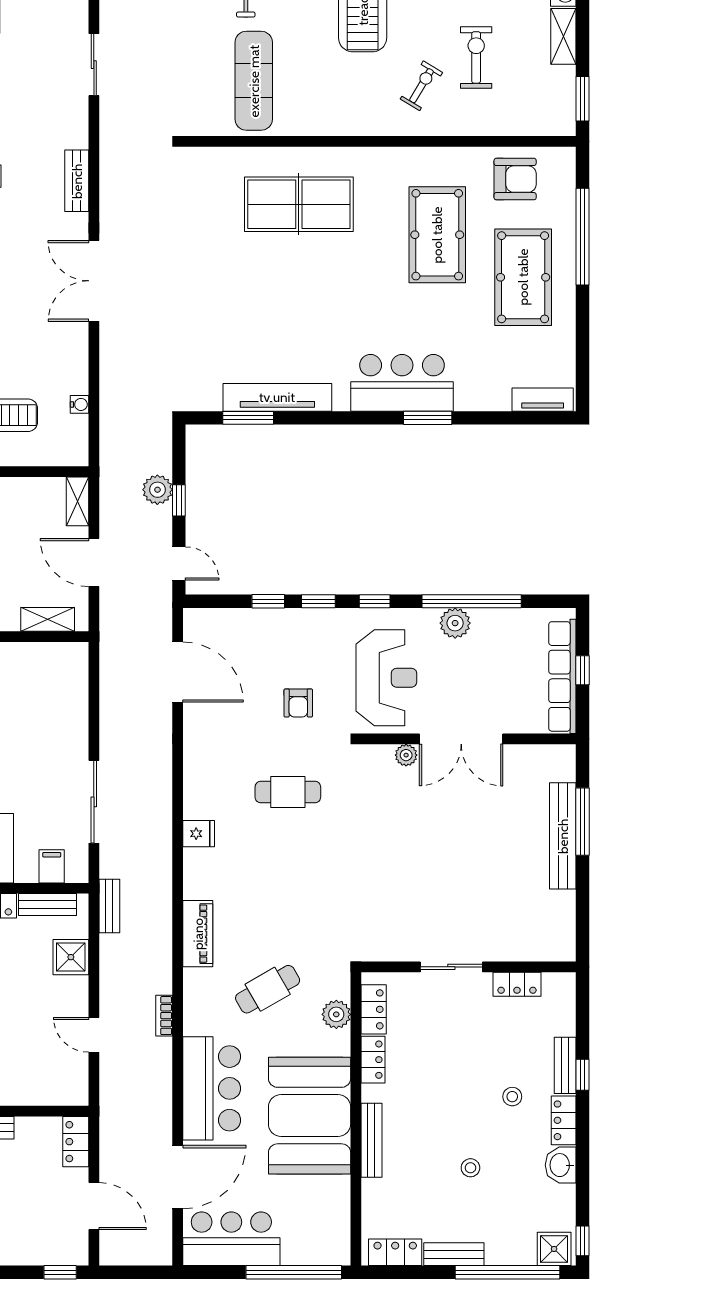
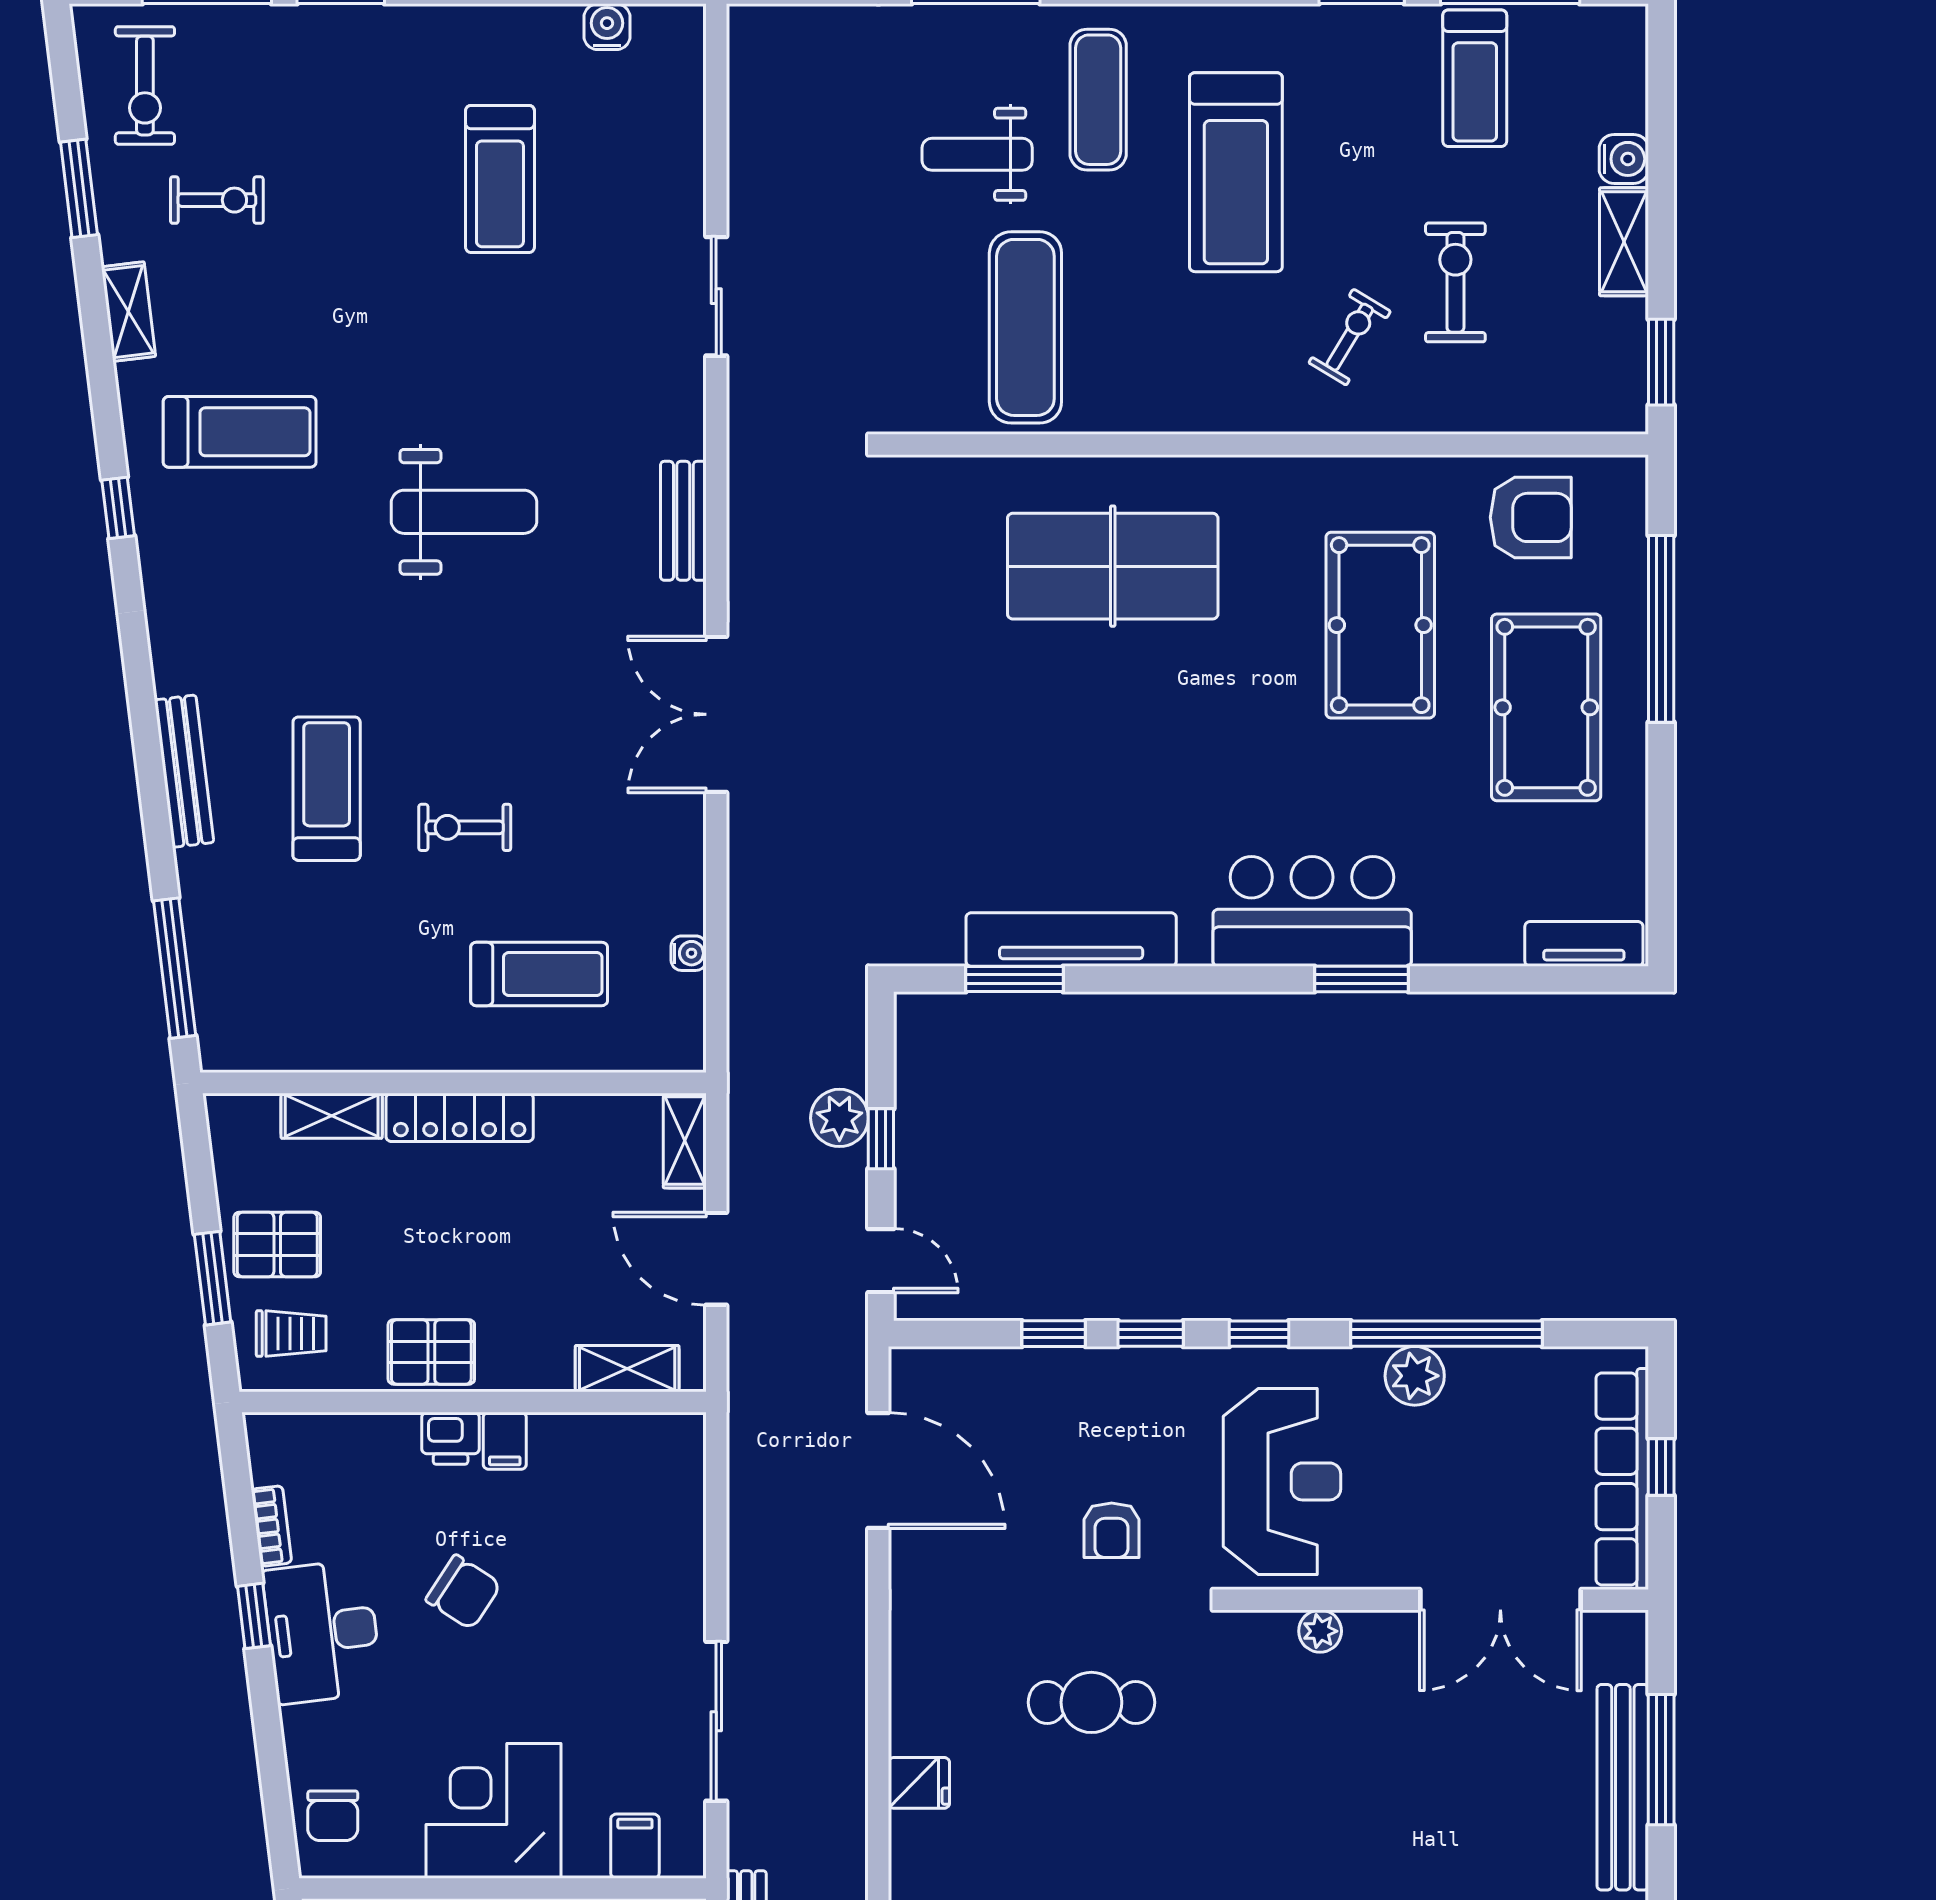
double door: (461, 739) -> (1500, 1600), moved

